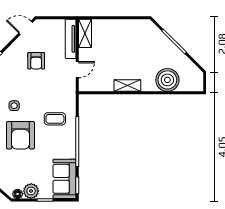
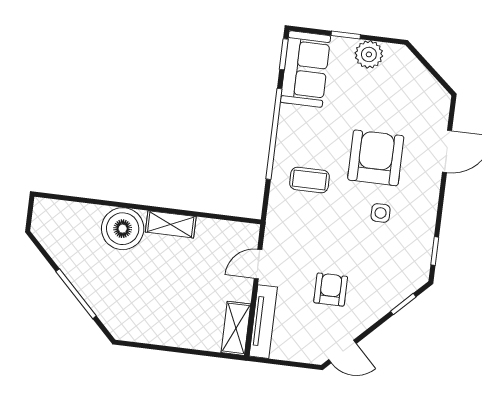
boiler: (167, 80) -> (123, 229), moved
floor lamp: (18, 194) -> (394, 52), removed

